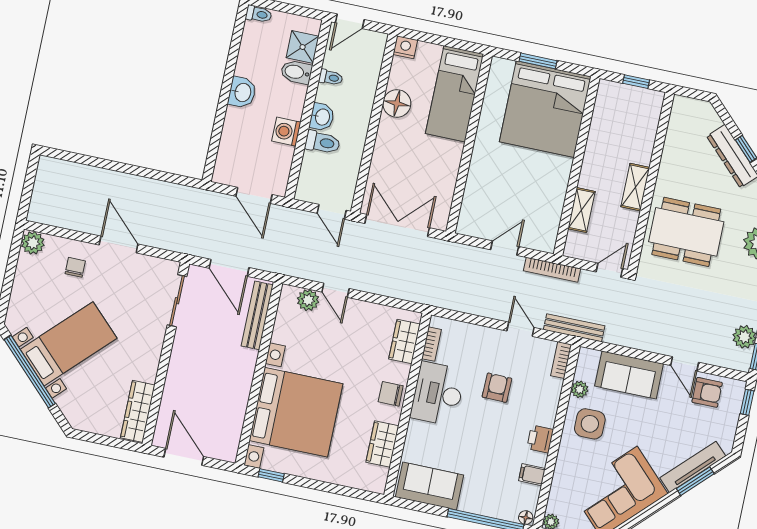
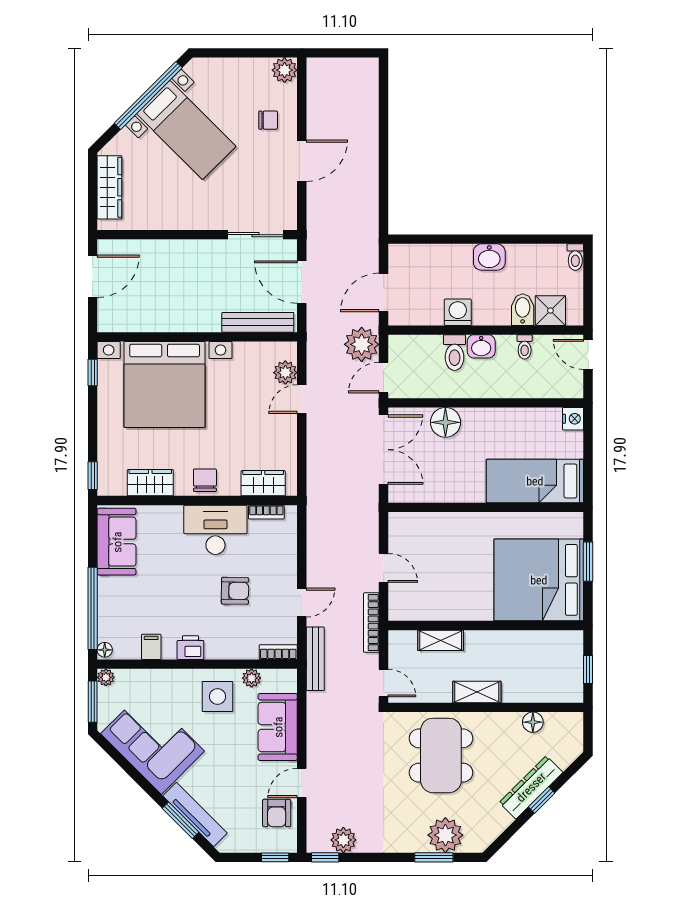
floor lamp: (397, 103) -> (445, 422), moved
floor lamp: (674, 142) -> (533, 722), added
plant: (297, 225) -> (362, 344), added
door: (229, 268) -> (302, 282), hinge flipped
wardrobe: (138, 411) -> (109, 187), moved, turned 90
window: (365, 495) -> (93, 476), added

